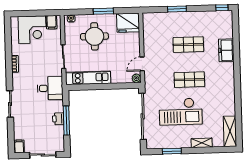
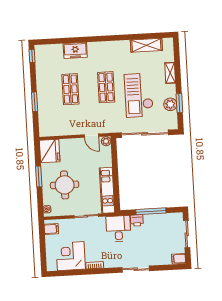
corner desk: (32, 30) -> (71, 256), moved, turned -90
checkout: (181, 112) -> (139, 95), turned 180
printer: (58, 119) -> (137, 220), moved
shelving: (230, 131) -> (146, 45), moved
plant: (171, 142) -> (170, 104), added

